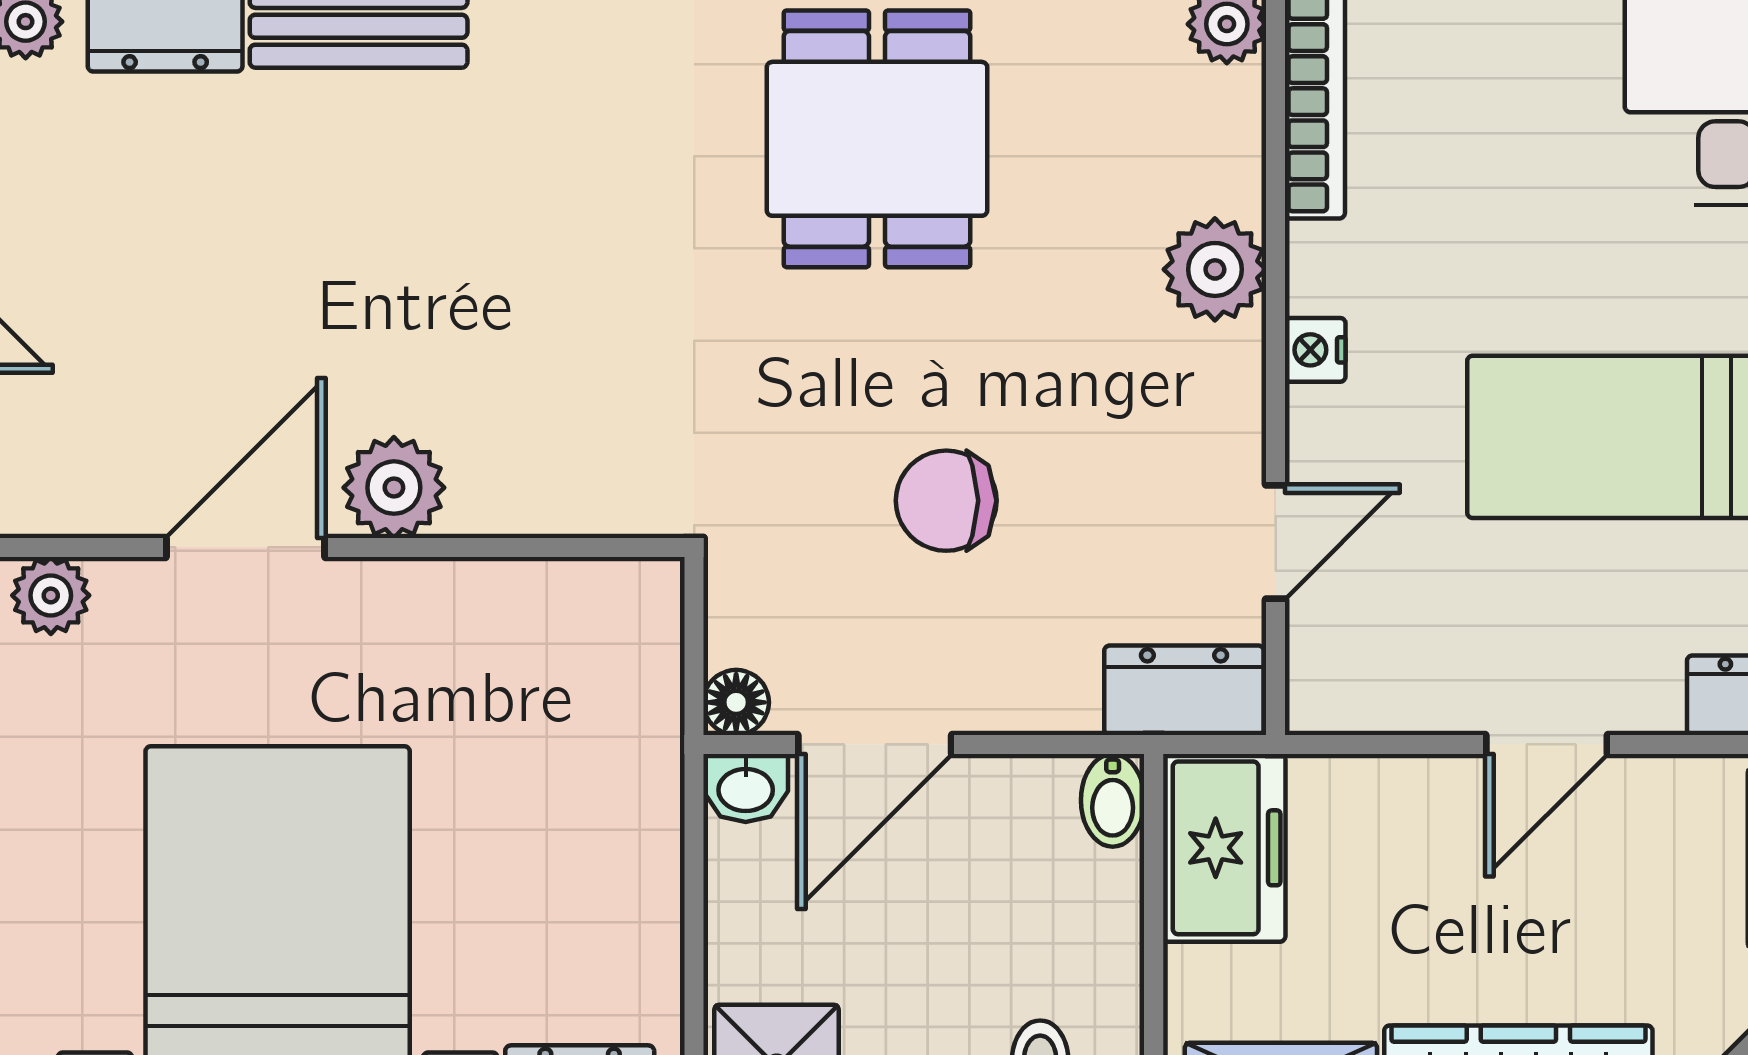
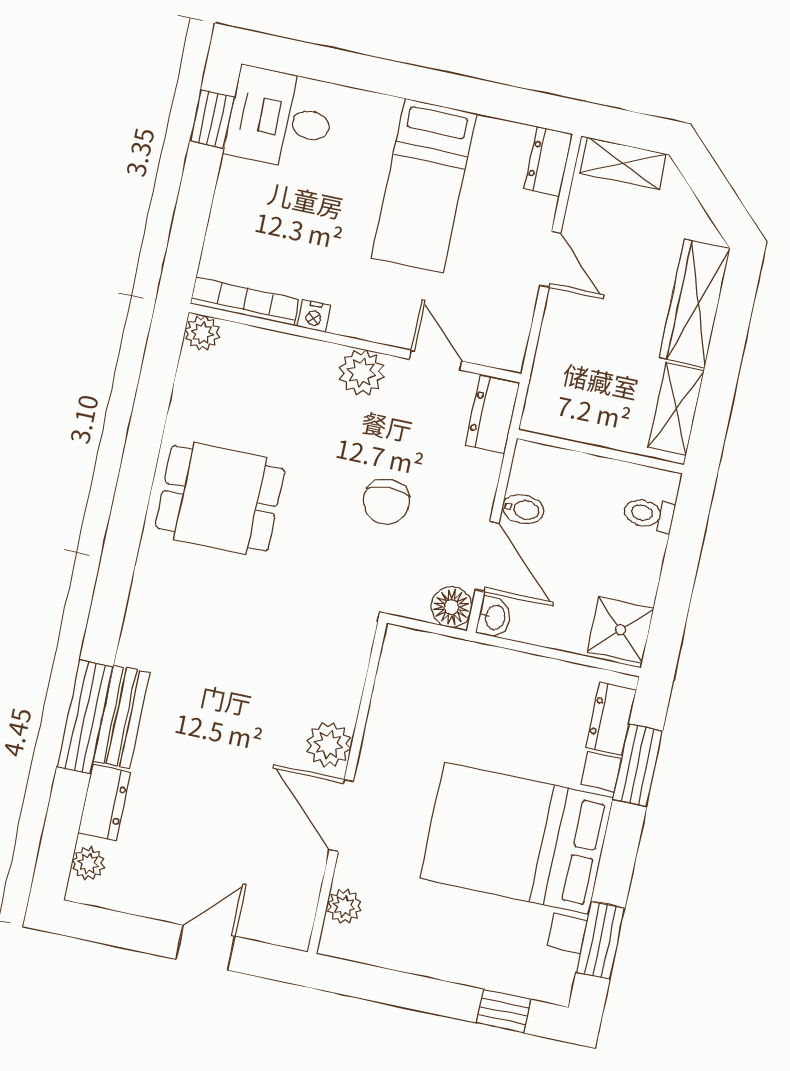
plant: (1215, 269) -> (361, 372), moved
nightstand: (1315, 350) -> (314, 316), moved
floor lamp: (736, 702) -> (451, 607), width x1.37, depth x1.37
bidet: (1113, 800) -> (523, 509), moved
freezer: (1224, 848) -> (566, 412), removed

